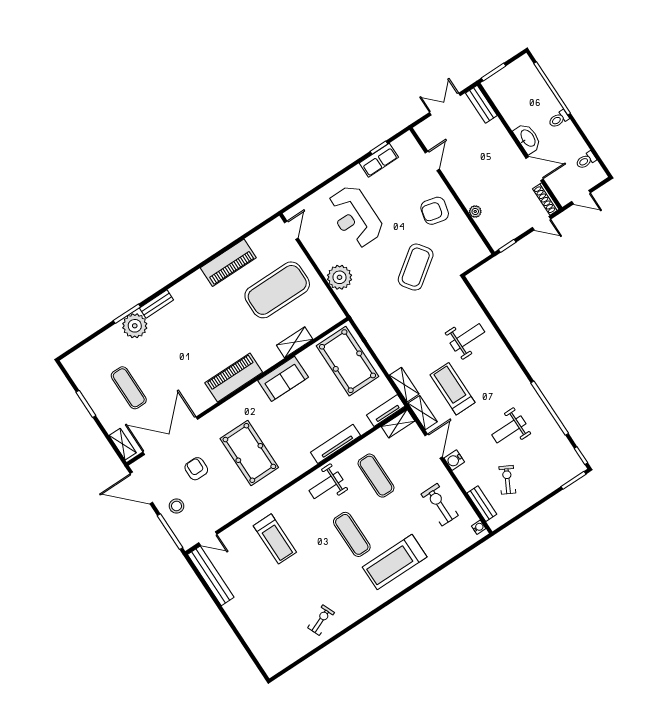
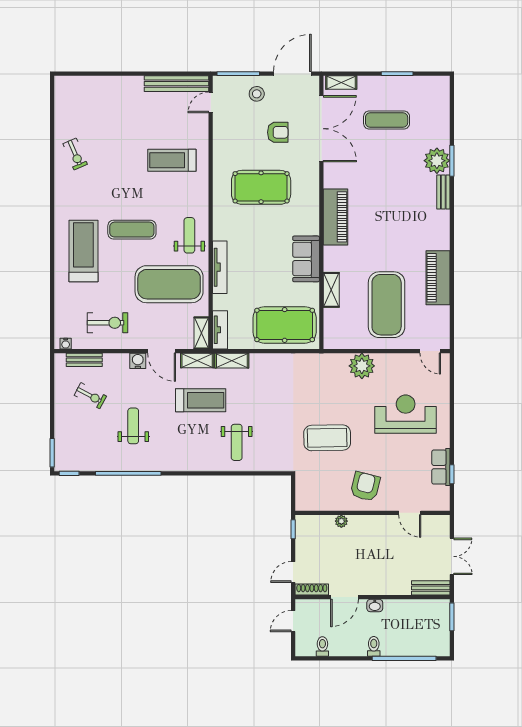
washbasin: (528, 138) -> (375, 606), width x0.52, depth x0.69
coffee table: (416, 267) -> (327, 438), turned -55
exercise mat: (376, 476) -> (169, 284), width x2.00, depth x1.45

